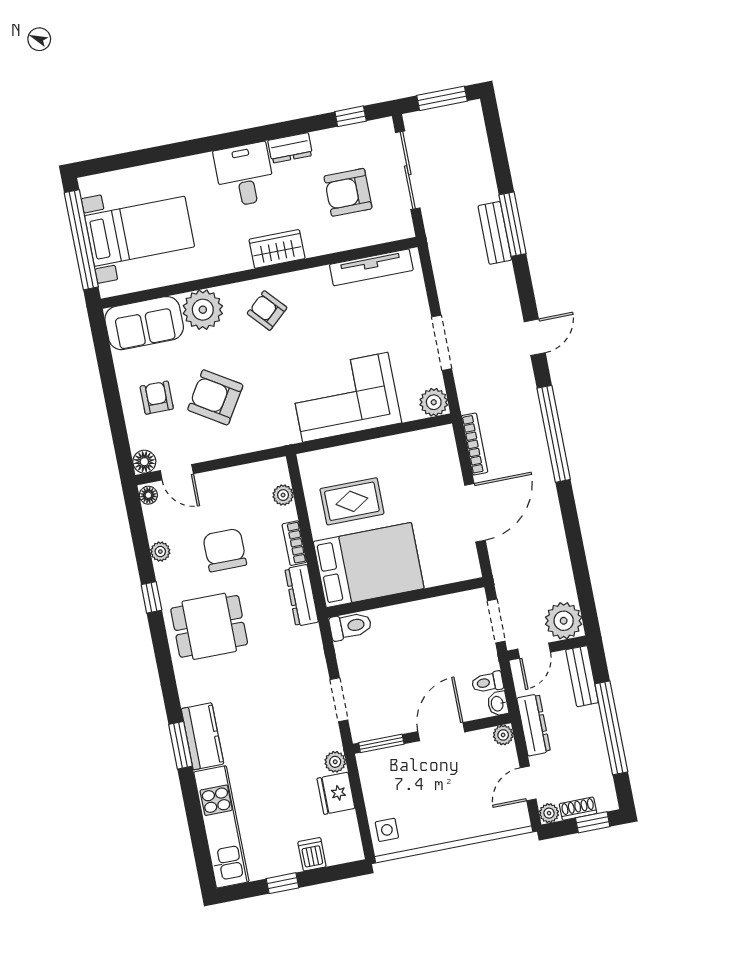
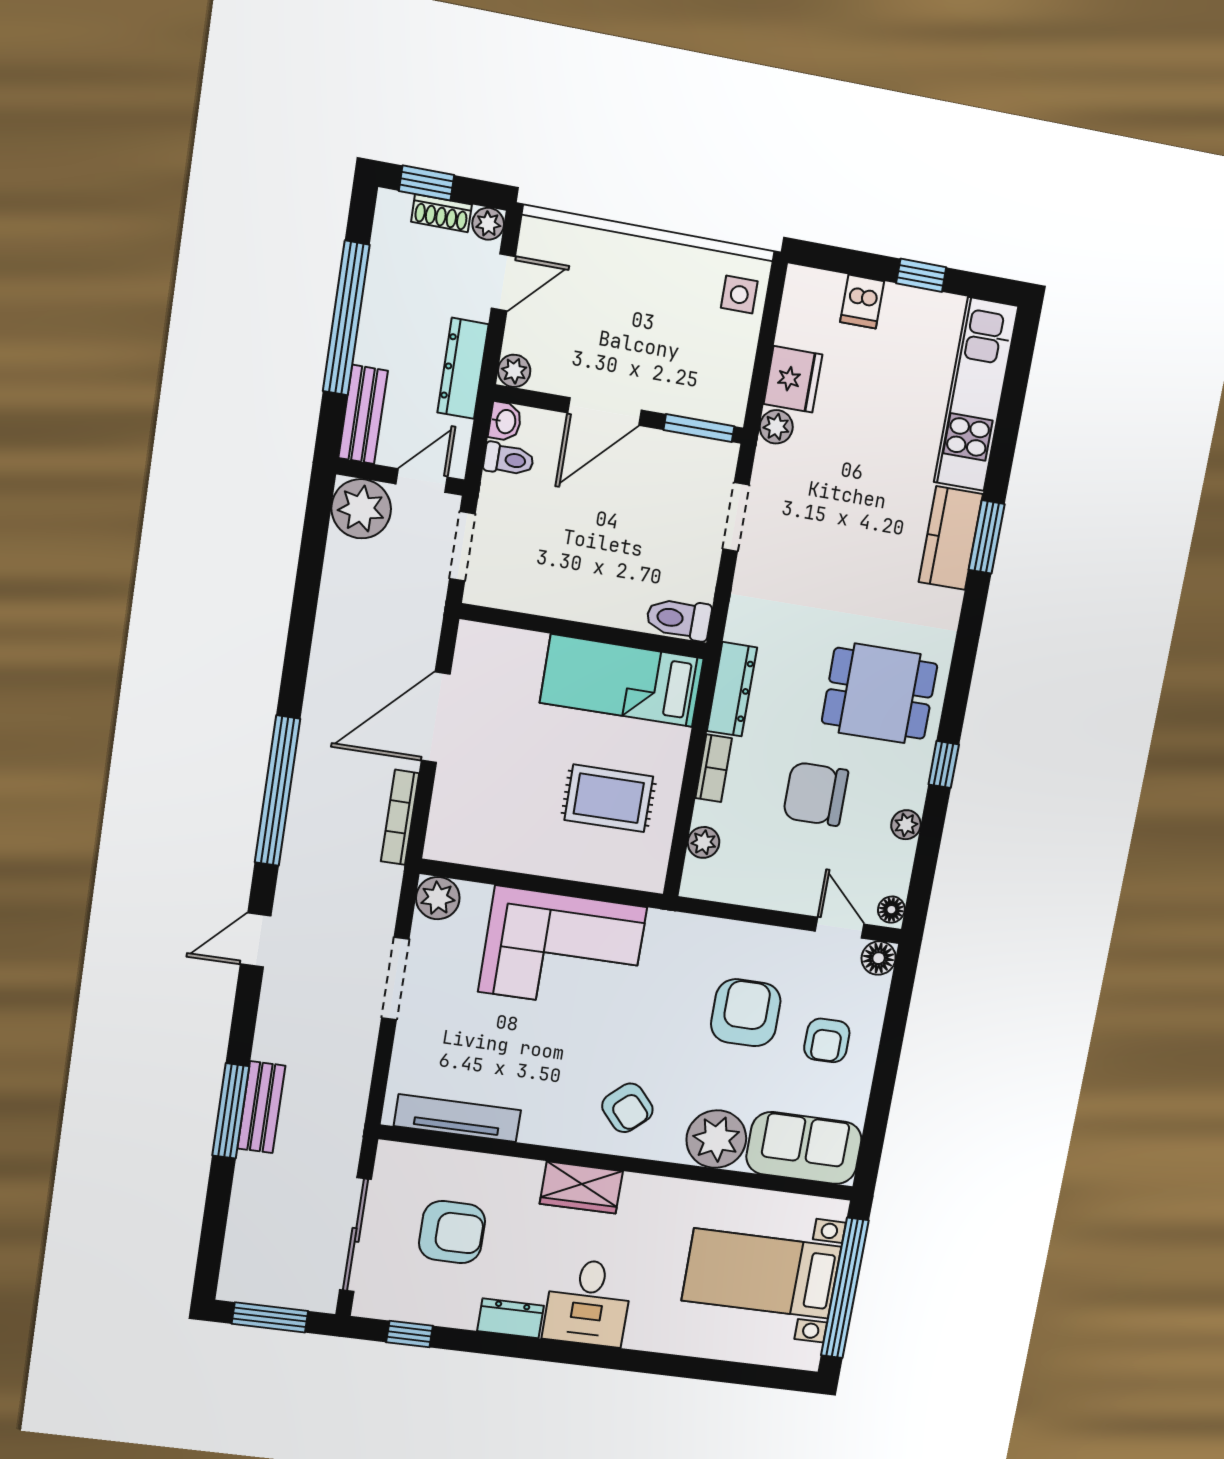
armchair: (215, 397) -> (746, 1013), turned -122
chair: (225, 550) -> (816, 794), turned 90
bed: (369, 565) -> (622, 681), width x0.67

